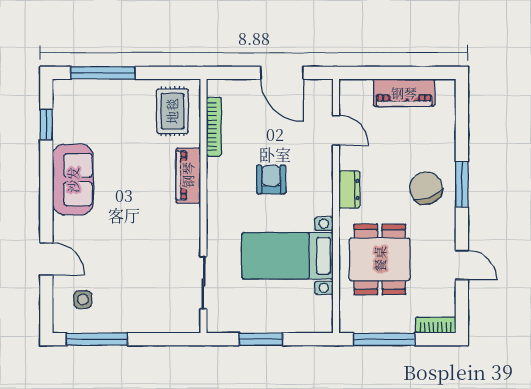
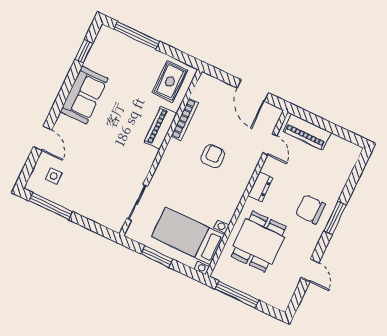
piano: (404, 93) -> (307, 132), moved
bookcase: (214, 127) -> (185, 119), moved
chair: (426, 188) -> (311, 209), turned -69
bed with nightstands: (287, 256) -> (188, 236), moved
bookcase: (436, 325) -> (275, 301), removed

